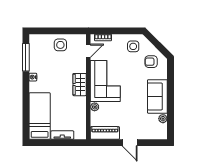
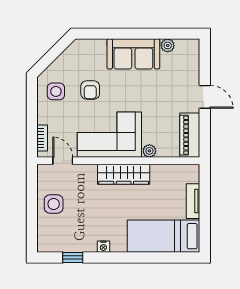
window: (26, 57) -> (73, 257), width x0.46
armchair: (151, 62) -> (90, 90), moved
wardrobe: (80, 85) -> (124, 174), width x1.50
door: (130, 143) -> (205, 97), hinge flipped

